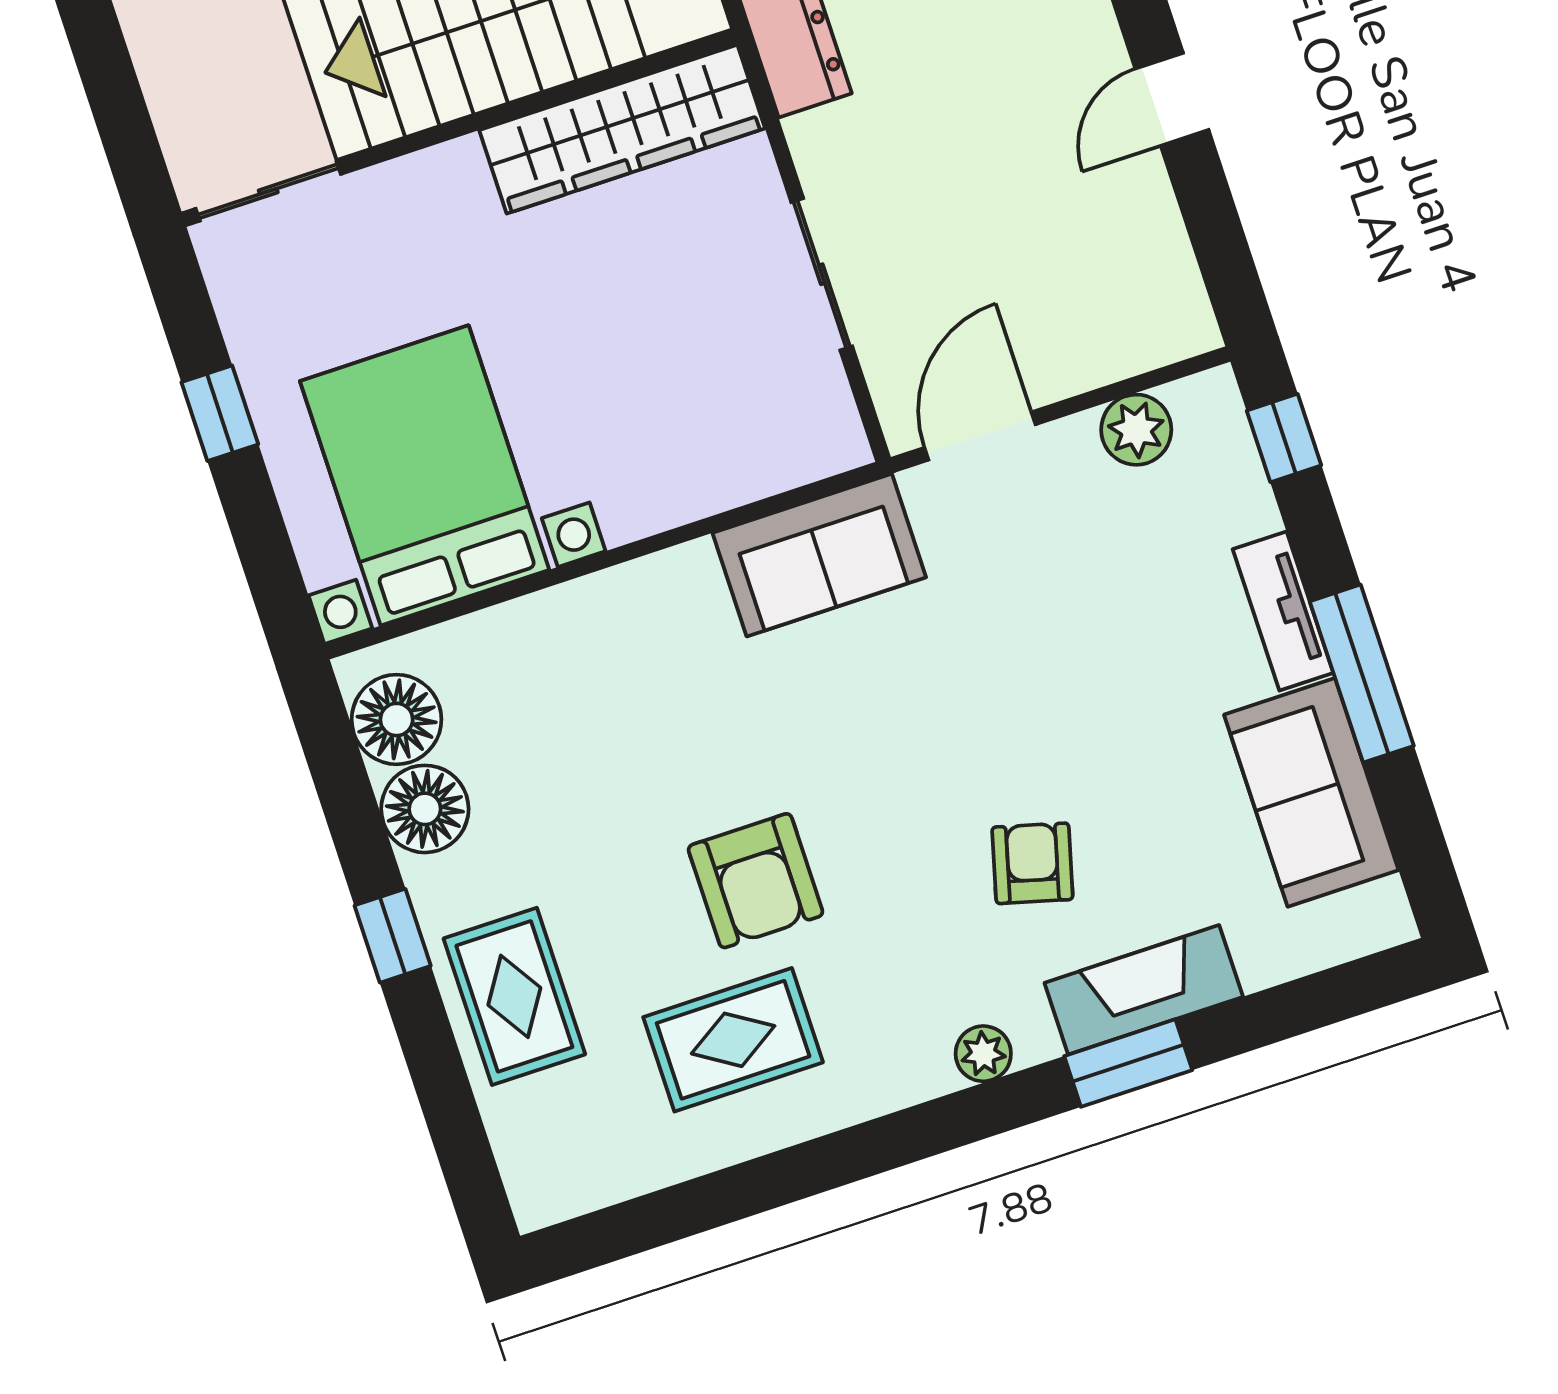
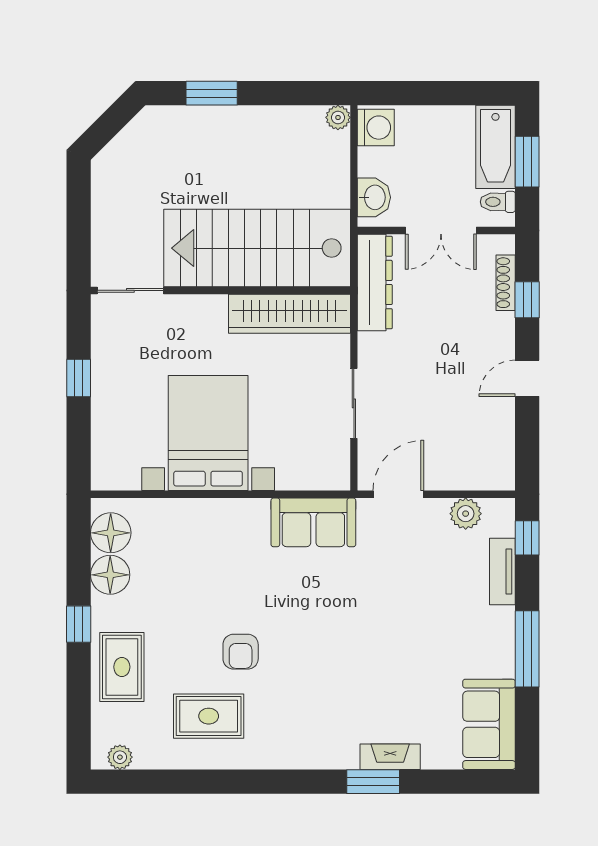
bed with nightstands: (425, 475) -> (208, 433), moved
tv unit: (1283, 611) -> (502, 572), moved
sofa: (1311, 792) -> (489, 724), moved
armchair: (1032, 863) -> (361, 683), removed
armchair: (756, 881) -> (241, 652), width x0.72, depth x0.72
fireplace: (1144, 990) -> (390, 757), width x0.73, depth x0.76
plant: (983, 1054) -> (120, 757), moved

